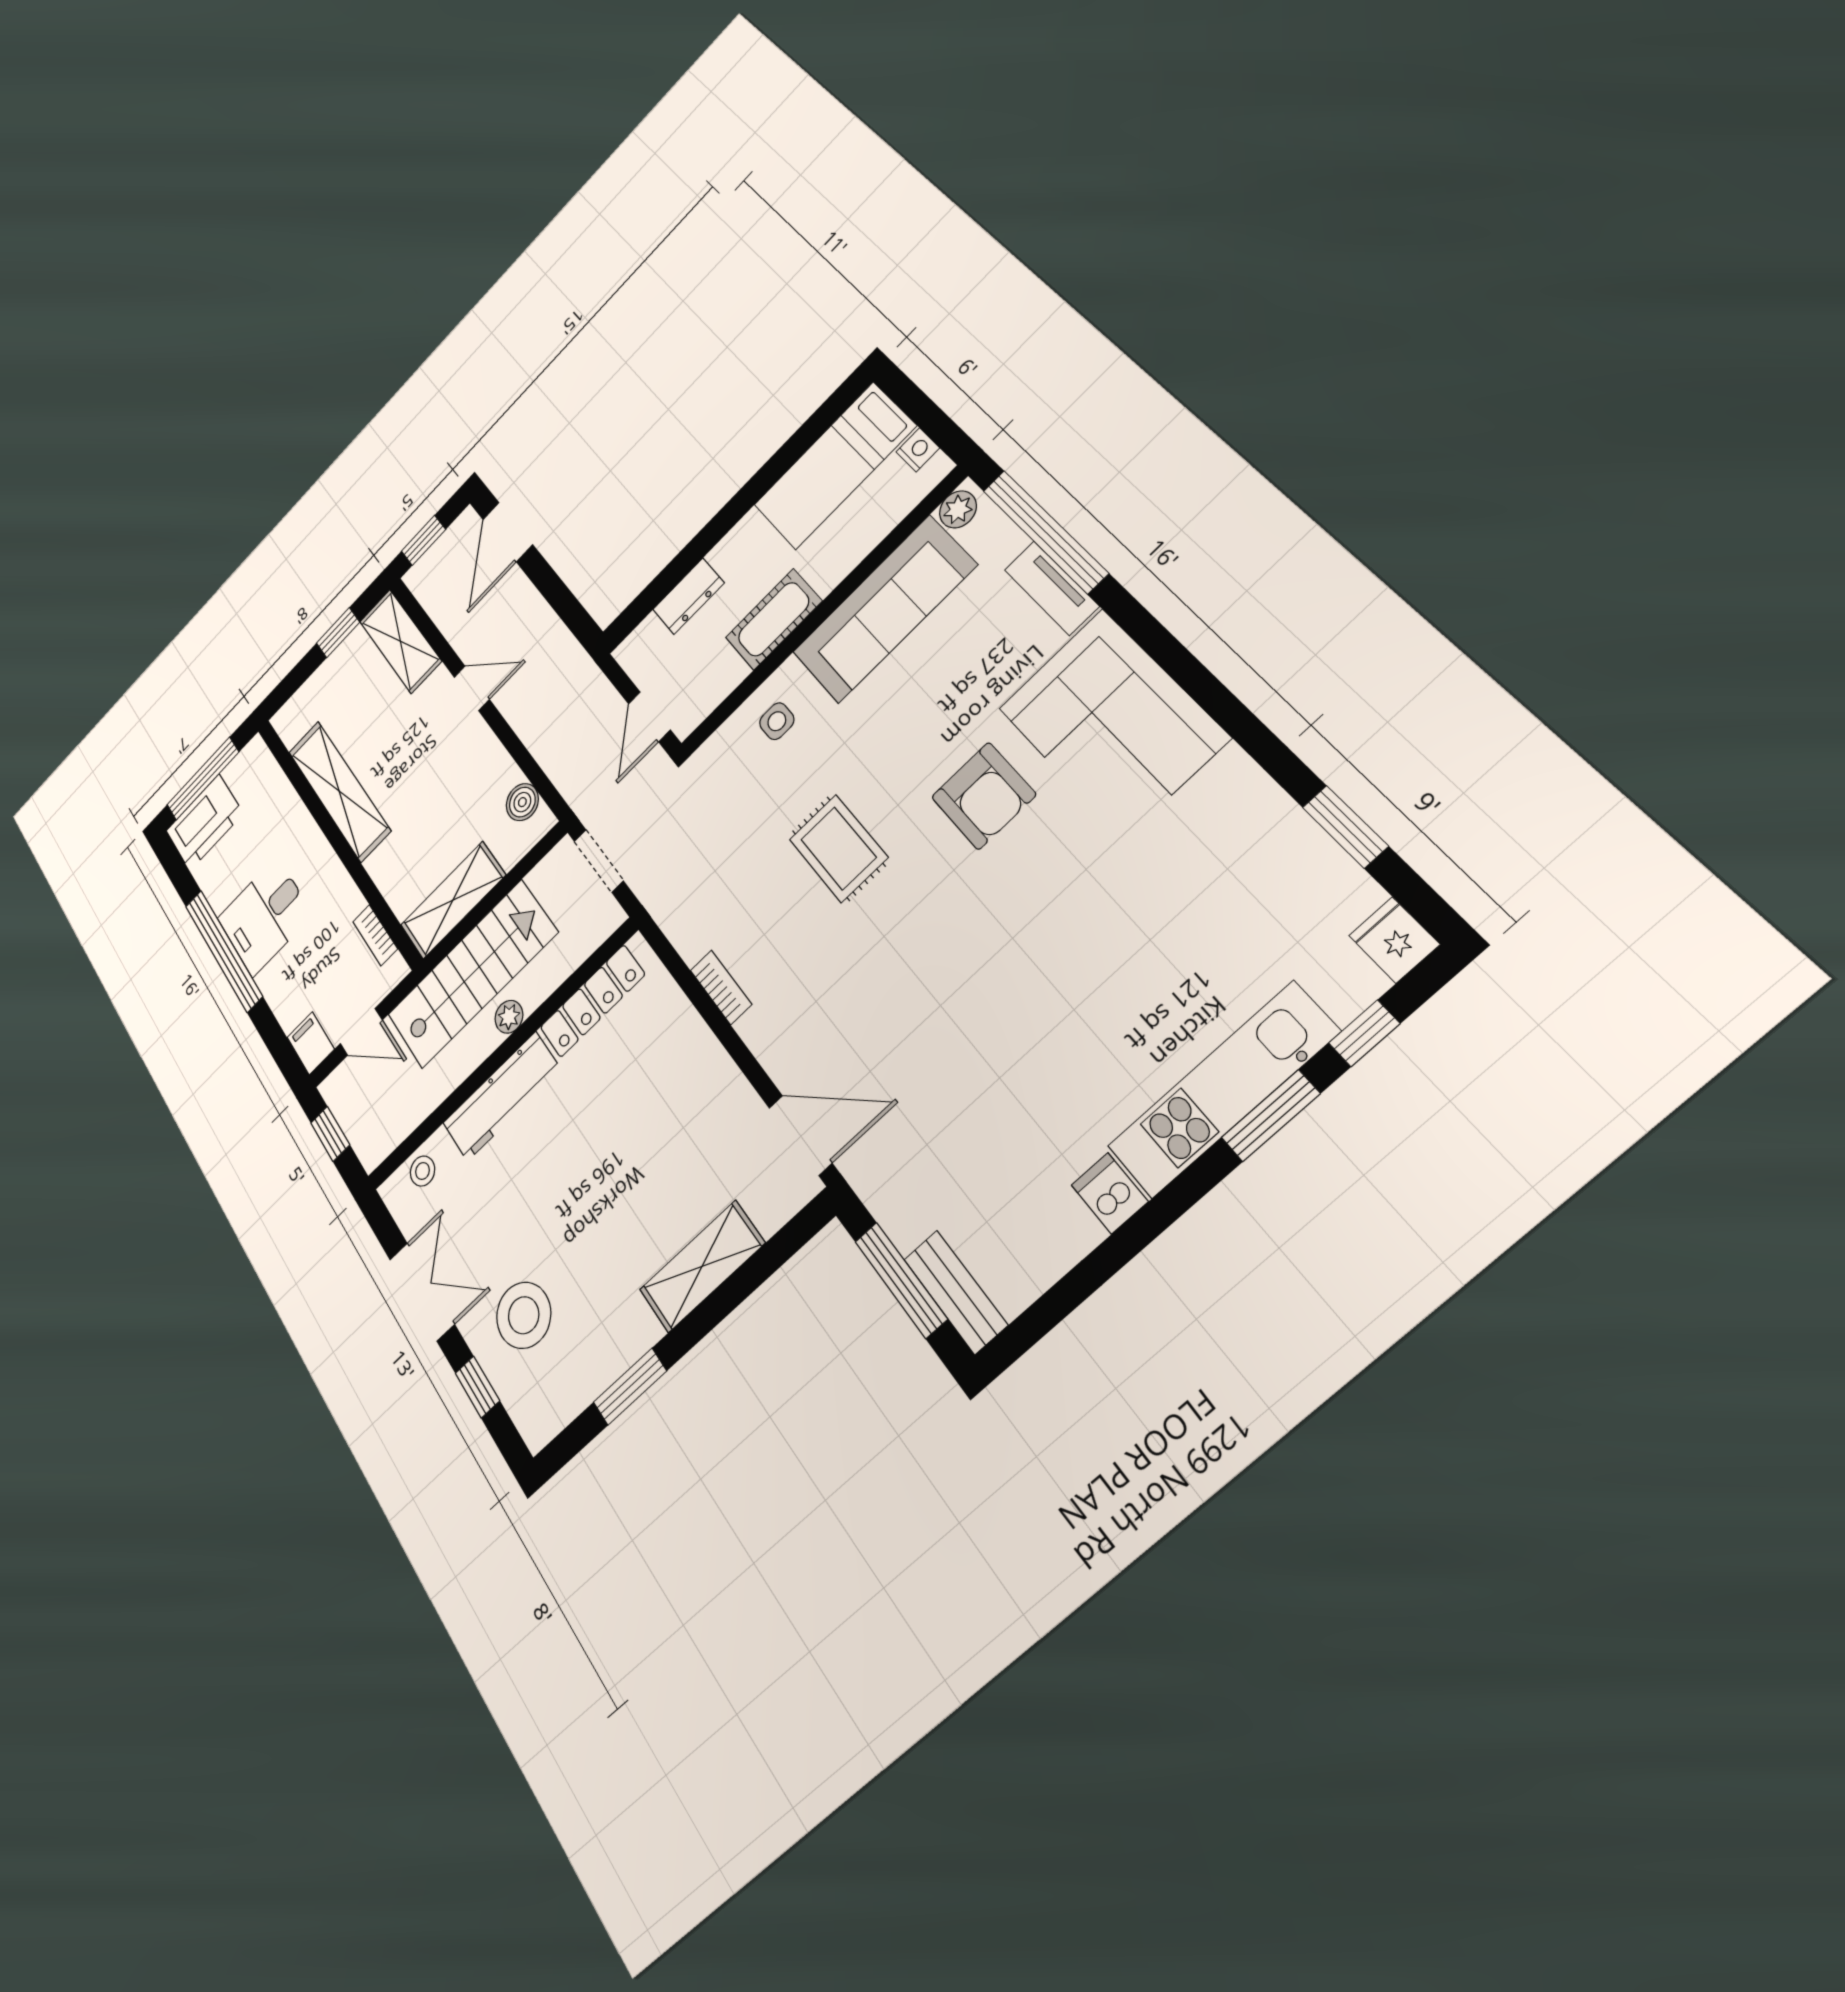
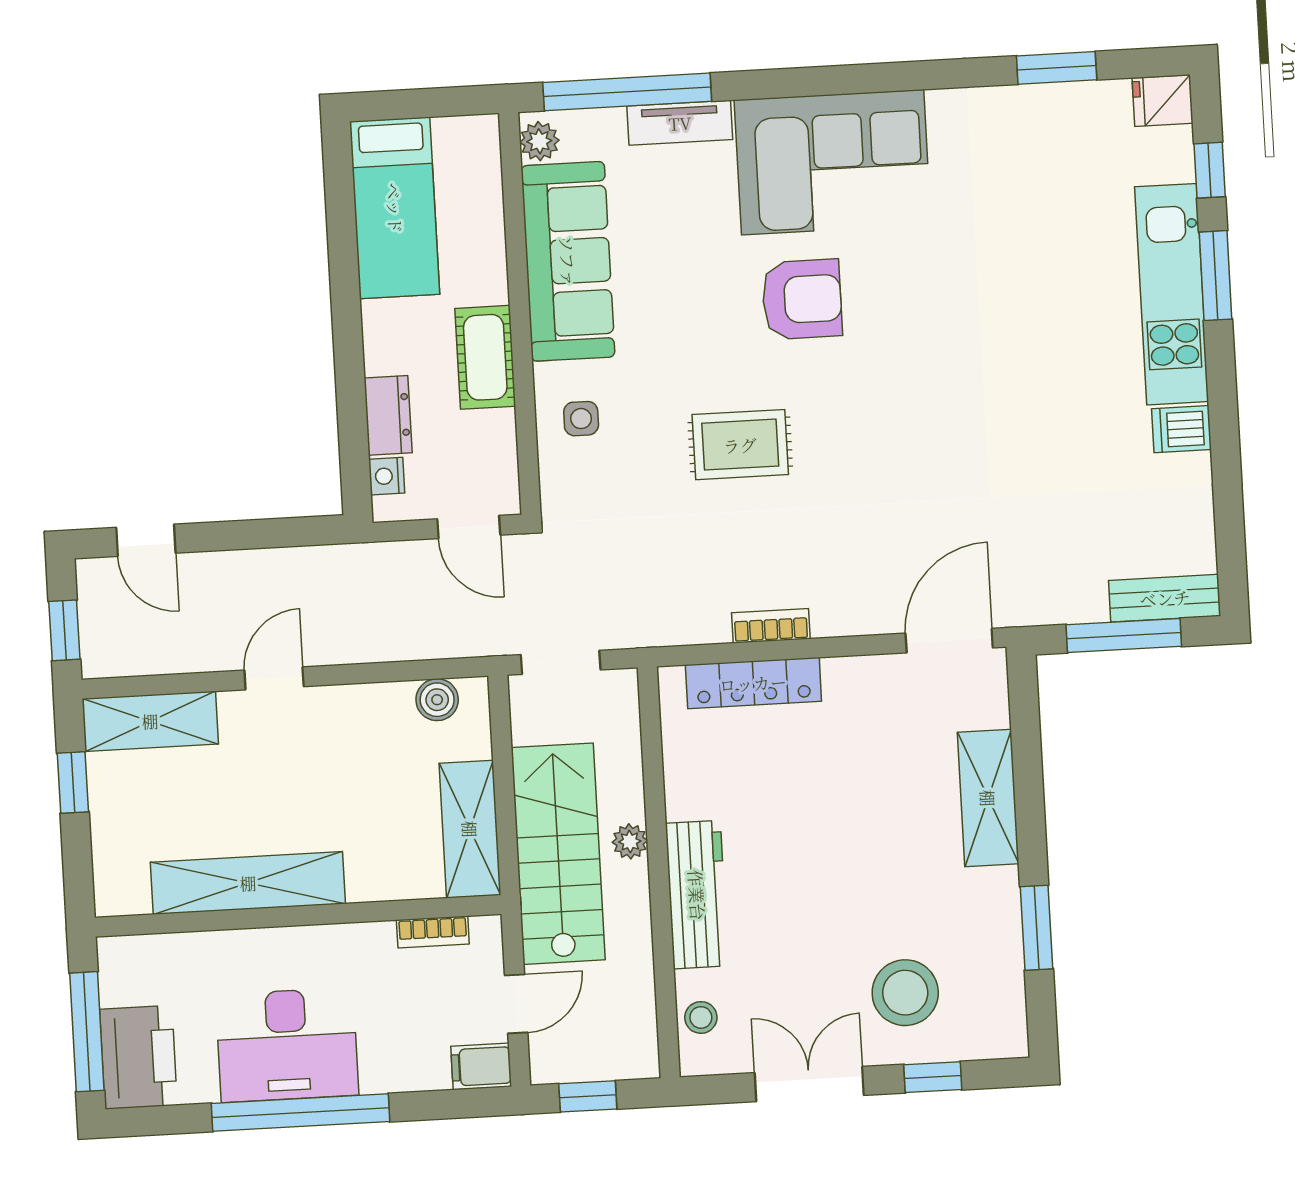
nightstand: (918, 450) -> (387, 476), moved, turned -90
door: (508, 532) -> (146, 540), width x0.73
desk: (265, 916) -> (287, 1045), width x1.37
locker: (592, 1001) -> (753, 683), moved, turned 90

